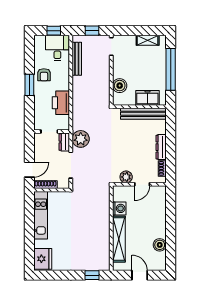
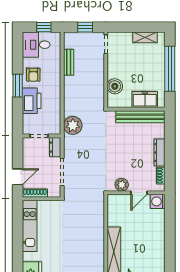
desk: (57, 48) -> (36, 45), moved, turned -90
bench: (77, 59) -> (69, 62), width x0.73
printer: (61, 103) -> (32, 101), moved, turned 180
plant: (81, 139) -> (73, 125), moved
washing machine: (119, 208) -> (158, 201), moved, turned 180
boiler: (160, 245) -> (158, 258), removed

